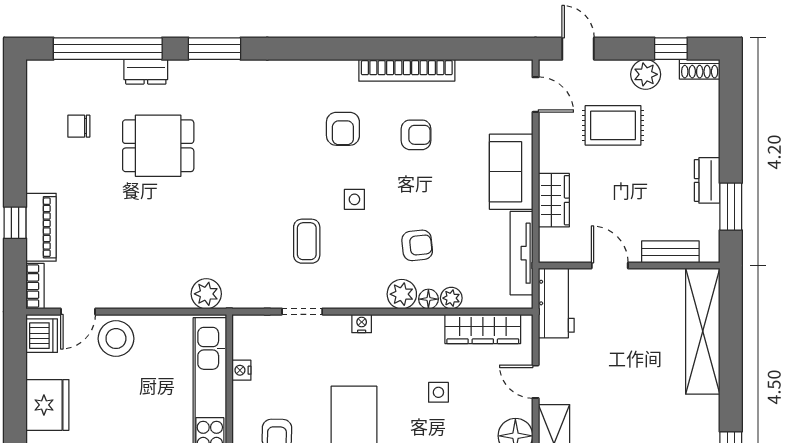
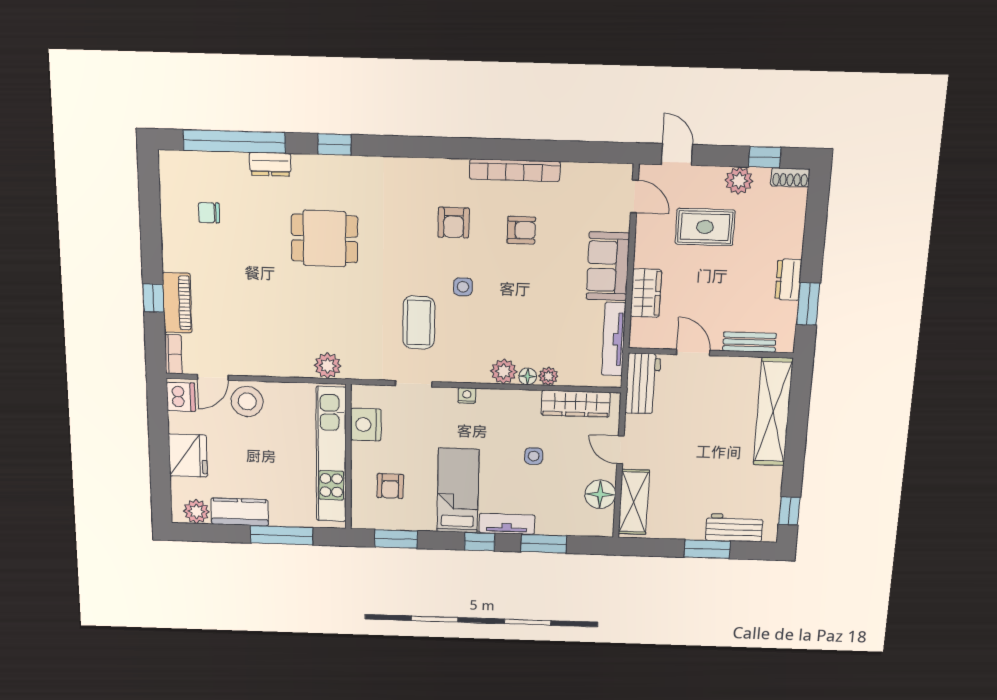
window: (215, 49) -> (334, 144), width x0.67
dining table: (158, 146) -> (324, 238), moved
coffee table: (307, 241) -> (419, 323), width x1.36, depth x1.30
armchair: (417, 245) -> (519, 329), removed
nightstand: (241, 370) -> (366, 425), width x1.89, depth x1.79

